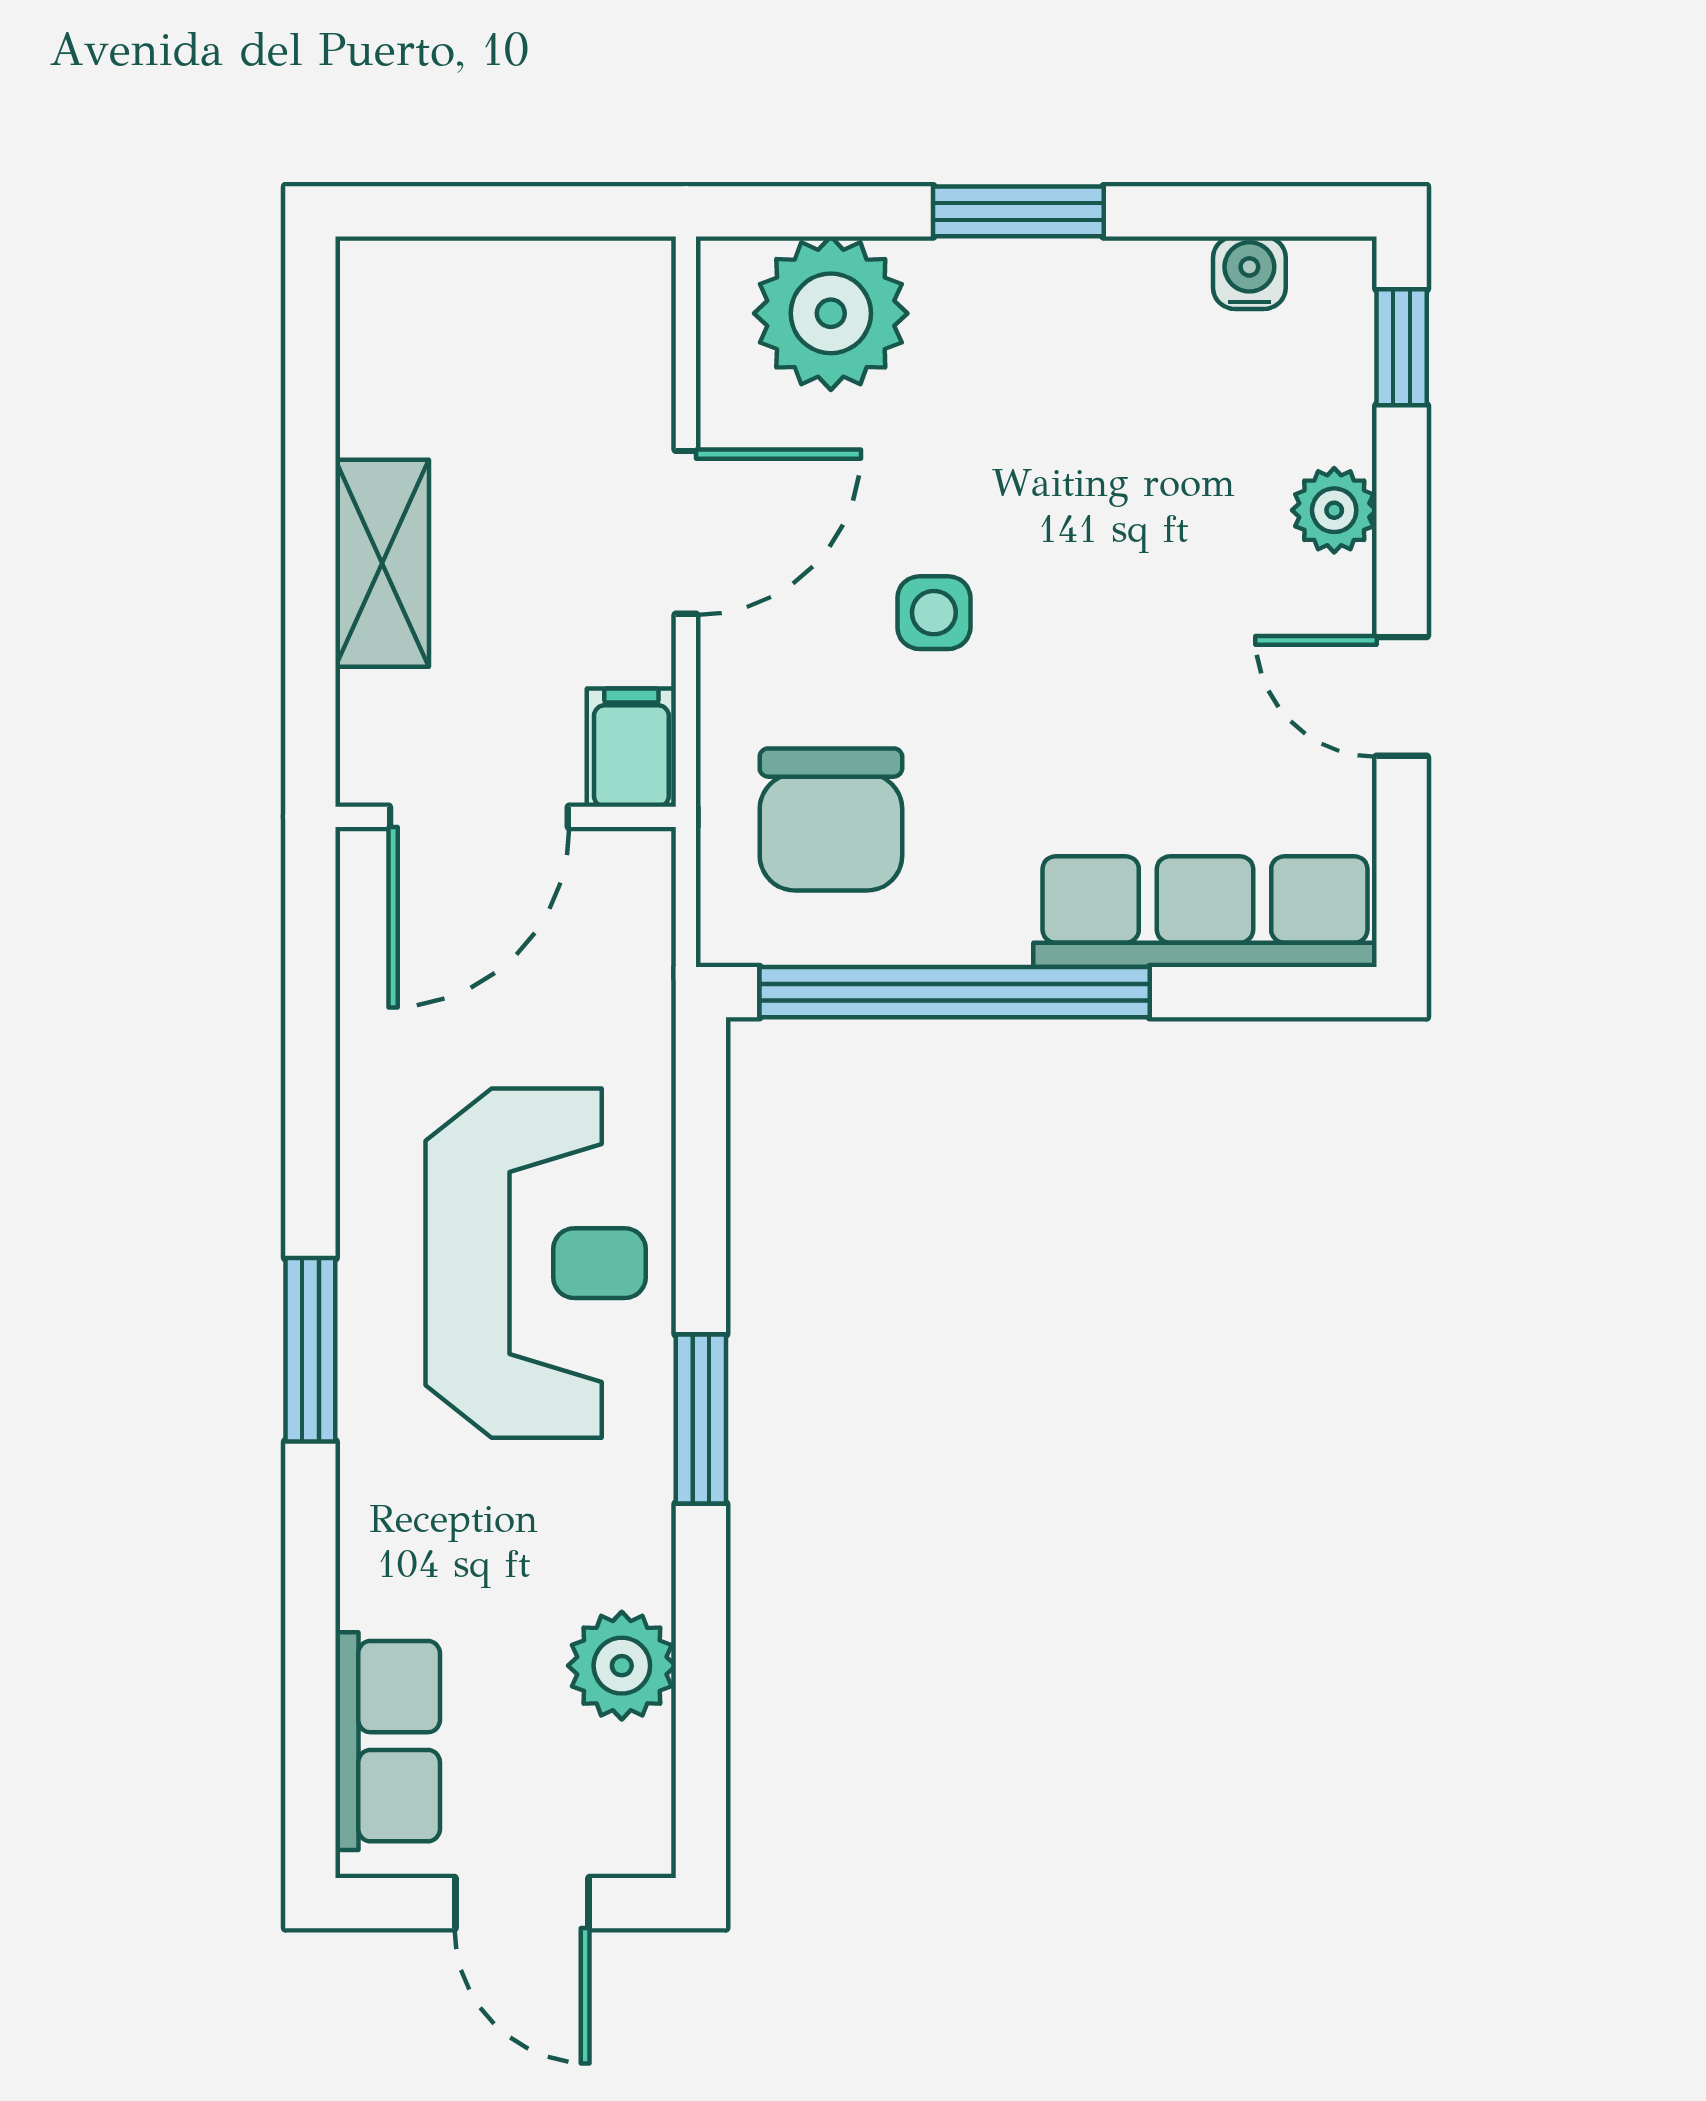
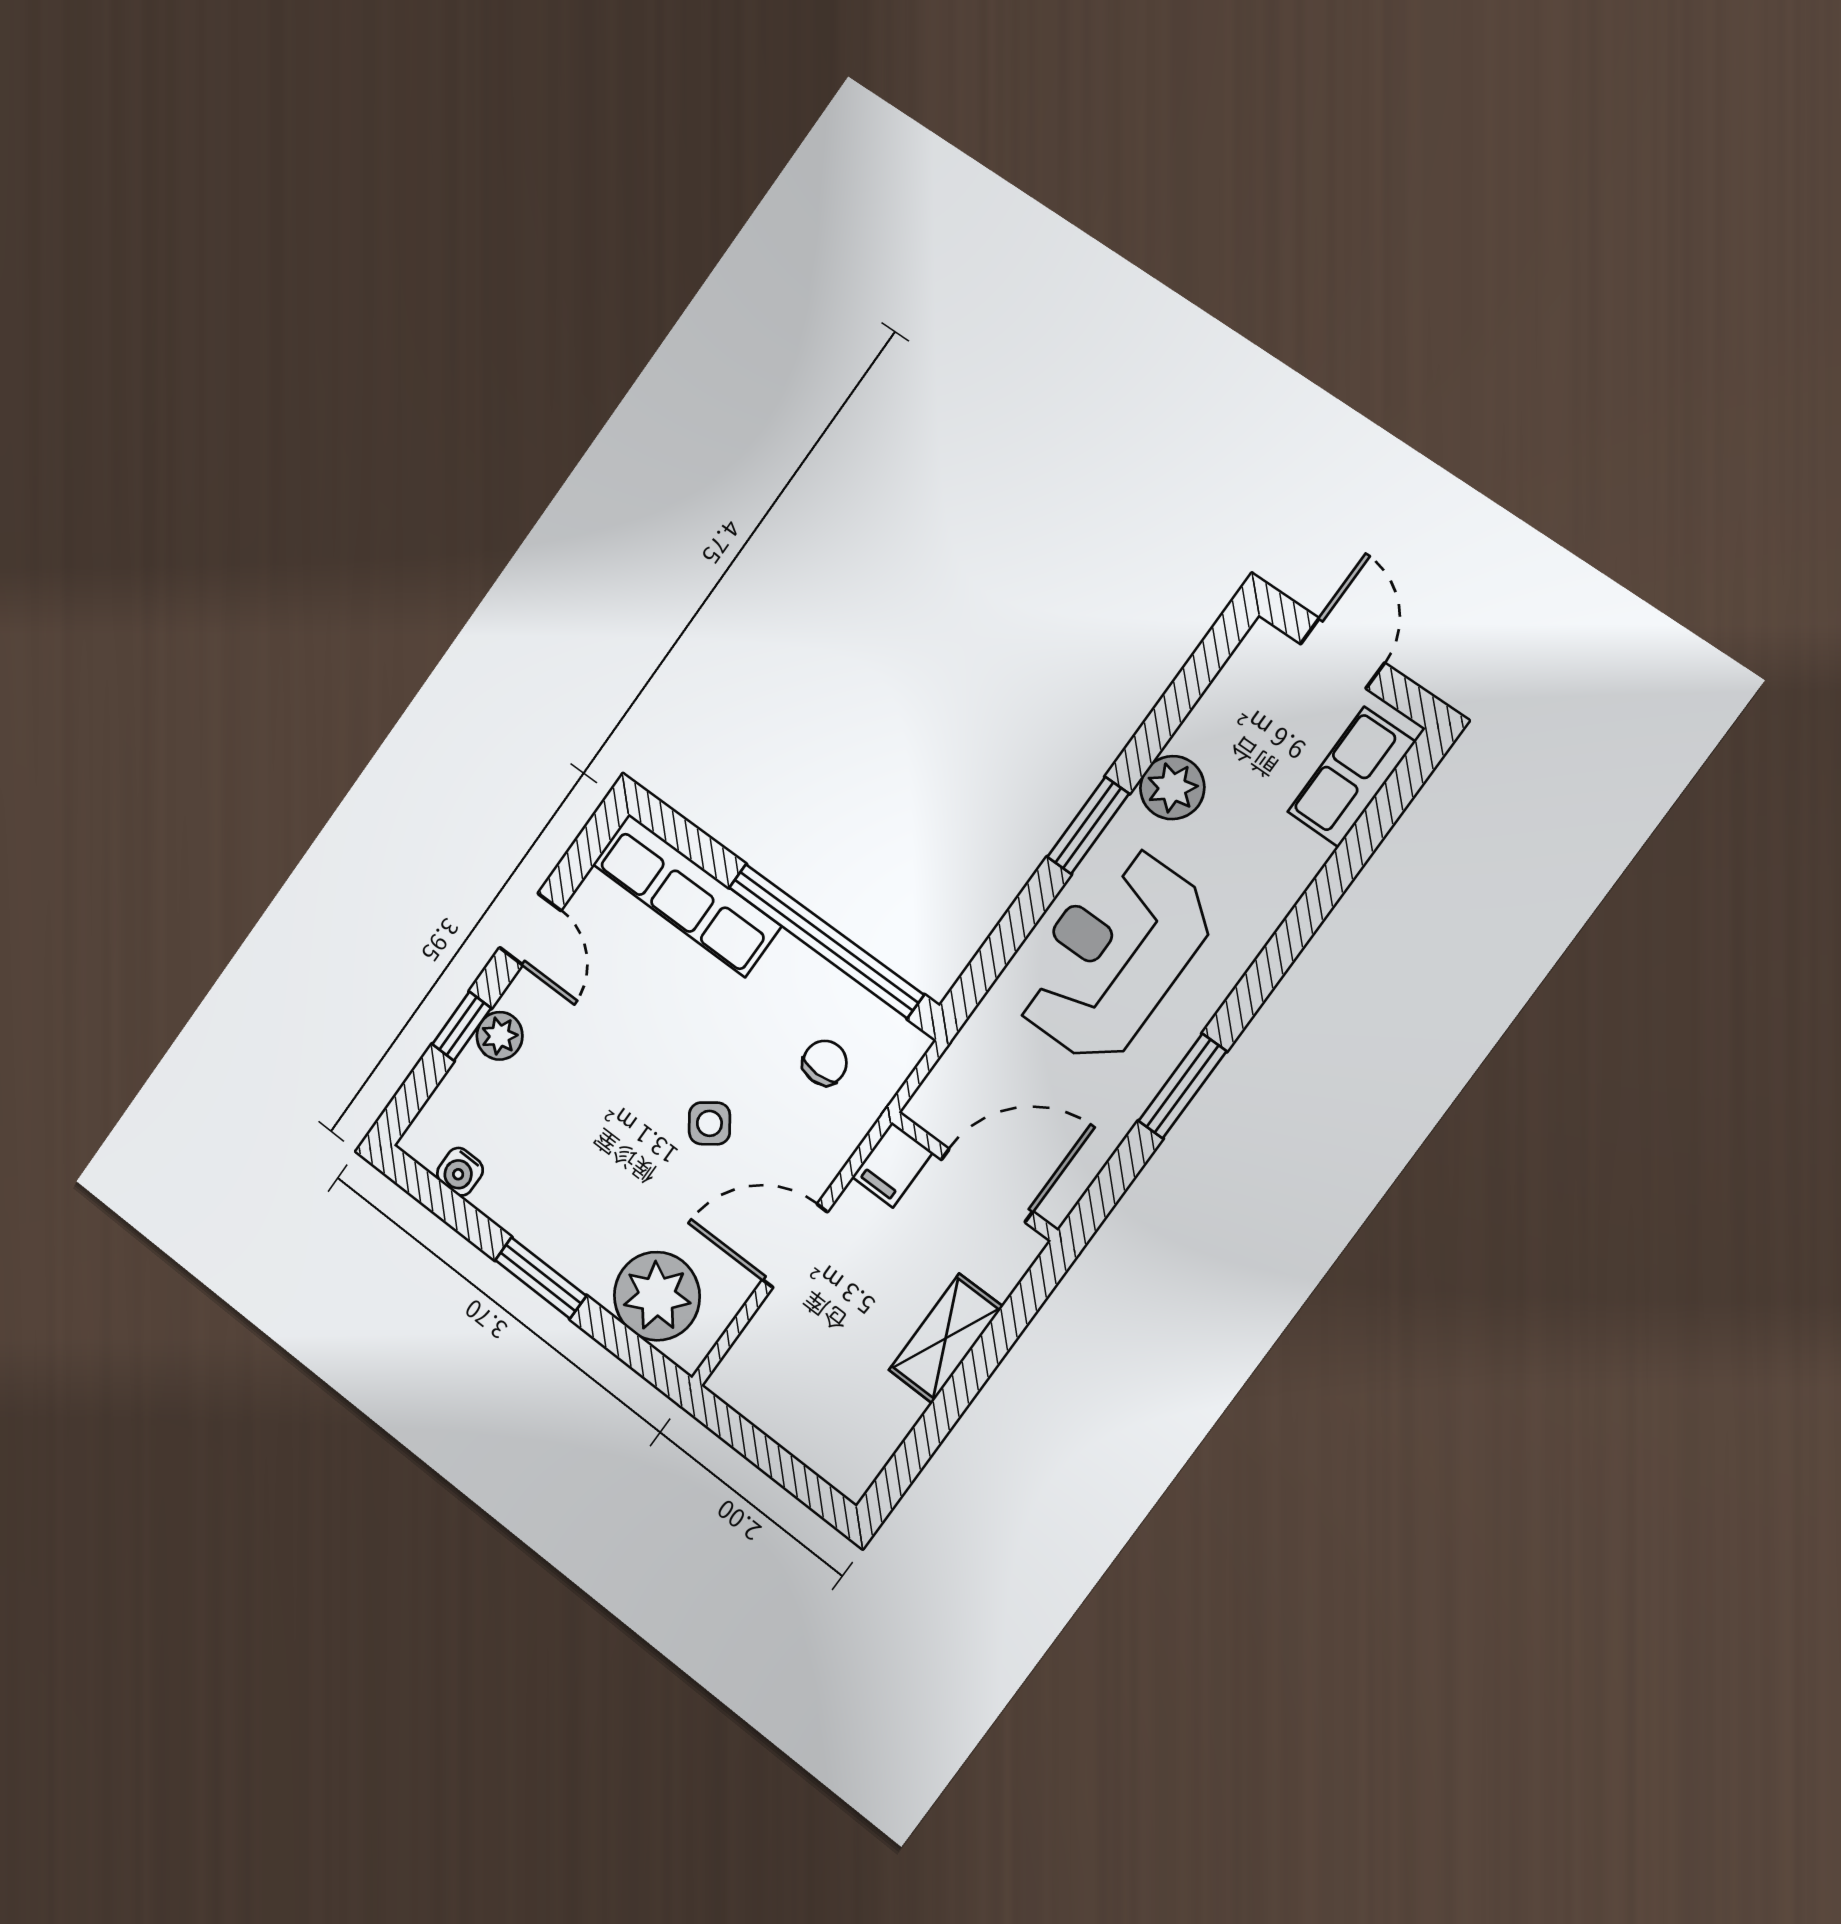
window: (1402, 347) -> (462, 1026), moved
side table: (934, 613) -> (709, 1123), turned -36
chair: (831, 819) -> (825, 1063), width x0.54, depth x0.54
window: (310, 1350) -> (1183, 1086), moved
plant: (622, 1666) -> (1172, 788), moved

